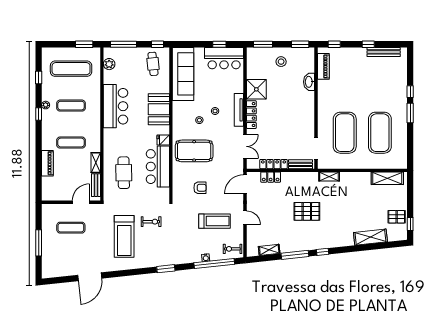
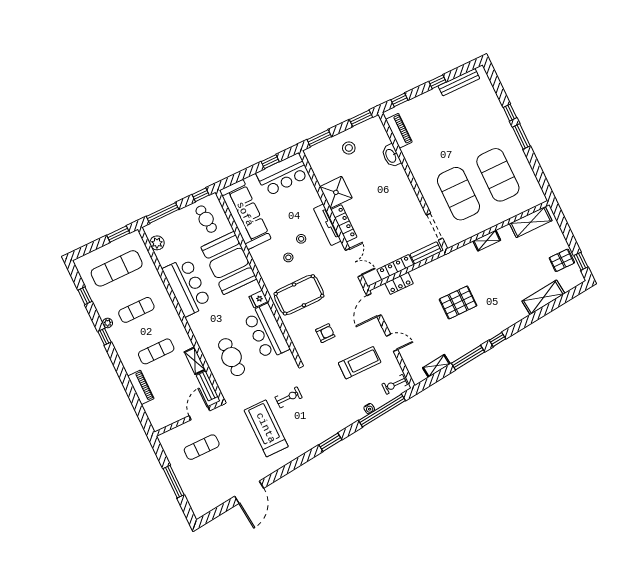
booth: (159, 109) -> (229, 263), width x1.36, depth x1.42
shelving: (329, 176) -> (487, 241), moved
treadmill: (124, 236) -> (266, 428), turned 180

